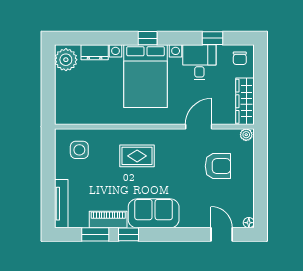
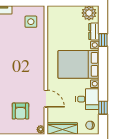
window: (148, 38) -> (103, 40), moved
rug: (137, 156) -> (27, 59), removed

